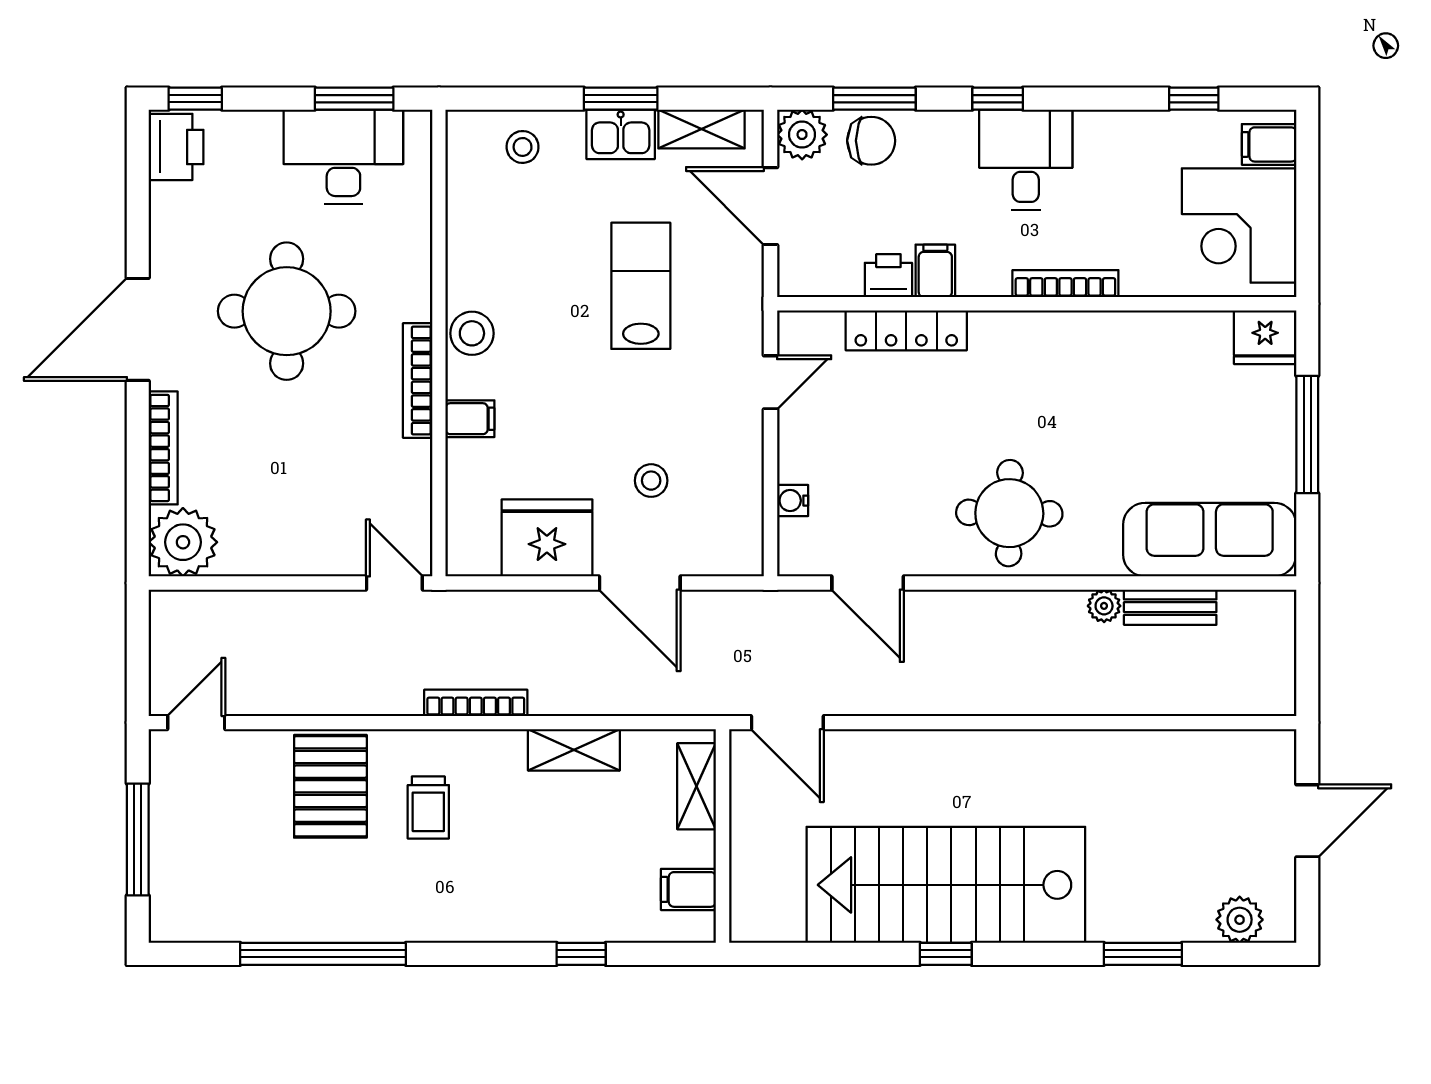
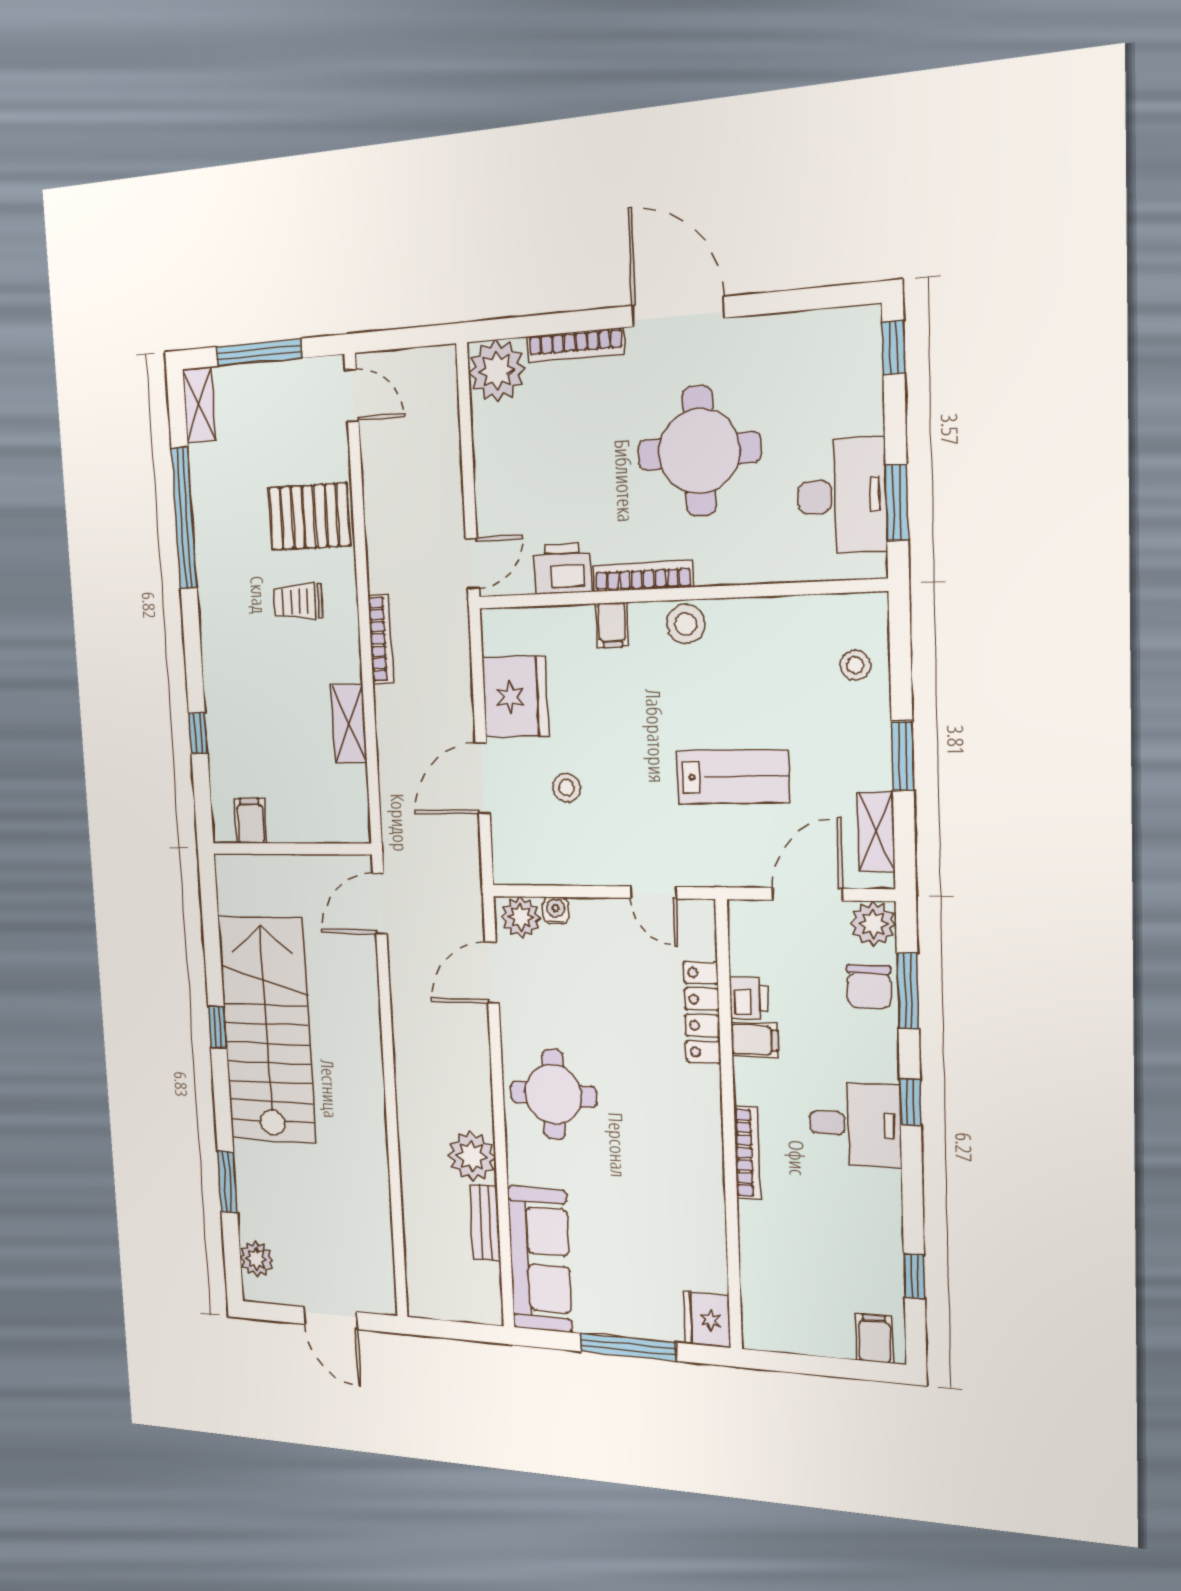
kitchen sink: (621, 134) -> (869, 757), removed
printer: (176, 147) -> (562, 568), moved, turned 180
corner desk: (1239, 226) -> (802, 1306), removed
plant: (801, 544) -> (521, 917), added
plant: (1104, 606) -> (472, 1156), width x1.88, depth x1.88
shelving: (697, 786) -> (199, 405), moved, turned 90

